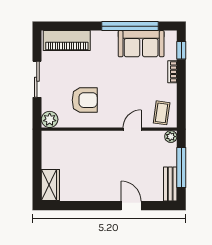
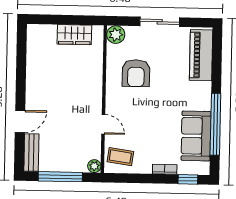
bench: (170, 184) -> (31, 153), moved, turned 90
wardrobe: (50, 185) -> (74, 35), moved

